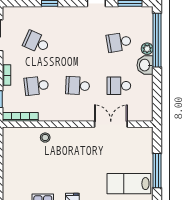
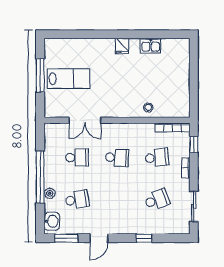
window: (157, 40) -> (40, 177), moved
school desk: (36, 42) -> (157, 200), turned -45
washbasin: (145, 65) -> (52, 221), moved
lab bench: (129, 184) -> (69, 79), moved

